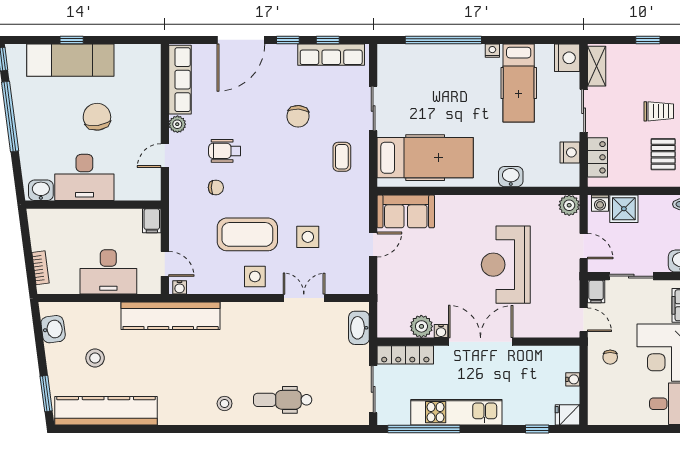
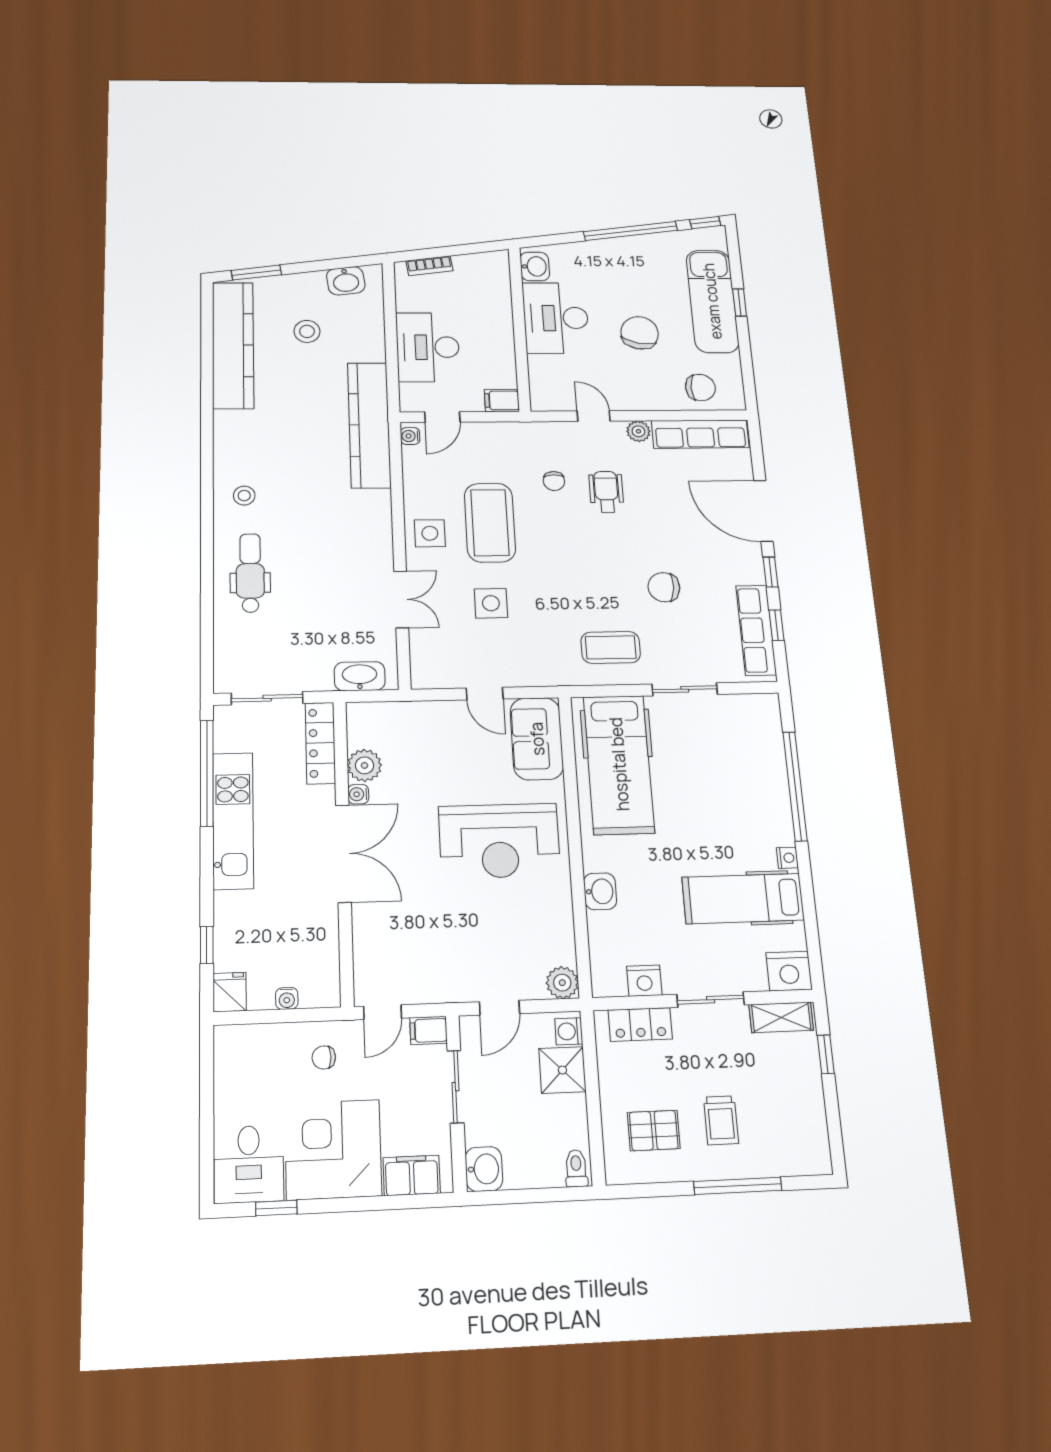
window: (648, 40) -> (826, 1054), moved
chair: (142, 76) -> (700, 387), added
chair: (97, 117) -> (640, 333), turned -70
coffee table: (342, 157) -> (611, 647), width x1.36, depth x1.30
reception desk: (506, 265) -> (499, 841), moved, turned 180

